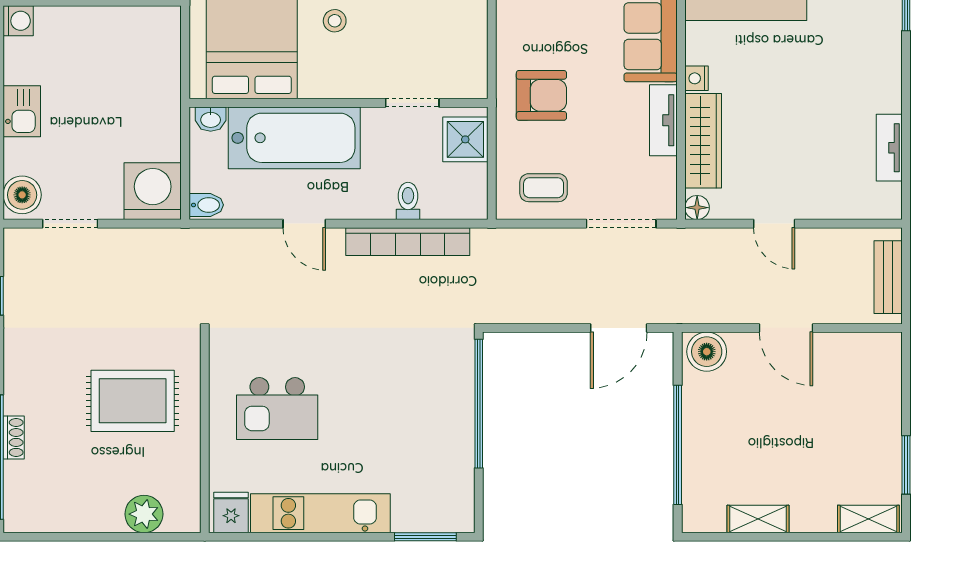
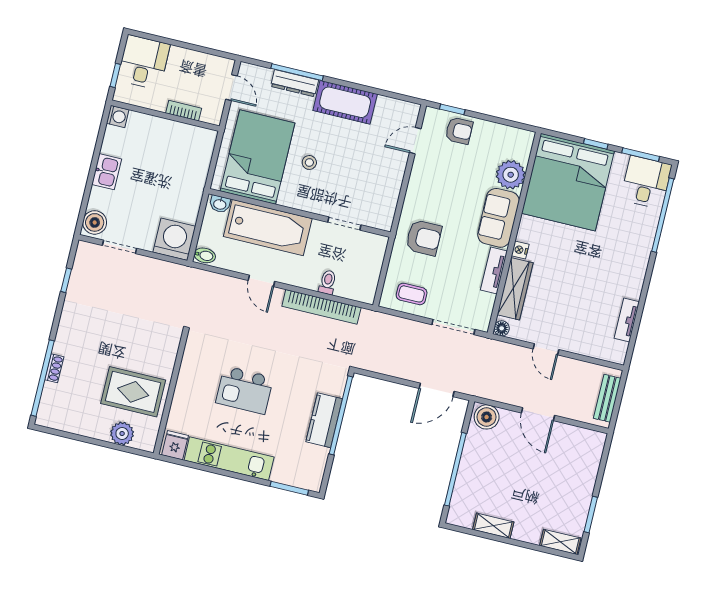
shower: (465, 139) -> (371, 253), removed
rug: (133, 401) -> (133, 392), moved
kitchen island: (277, 409) -> (245, 390), moved
kitchen counter: (454, 418) -> (324, 420), added

